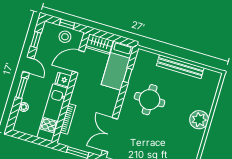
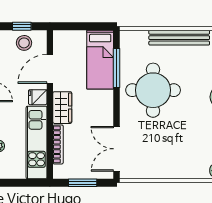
wardrobe: (99, 44) -> (62, 108), moved, turned -90
window: (128, 75) -> (117, 68), width x2.17
round table: (150, 100) -> (153, 90), width x1.36, depth x1.36

